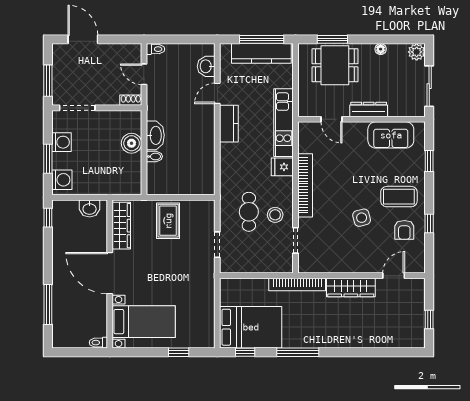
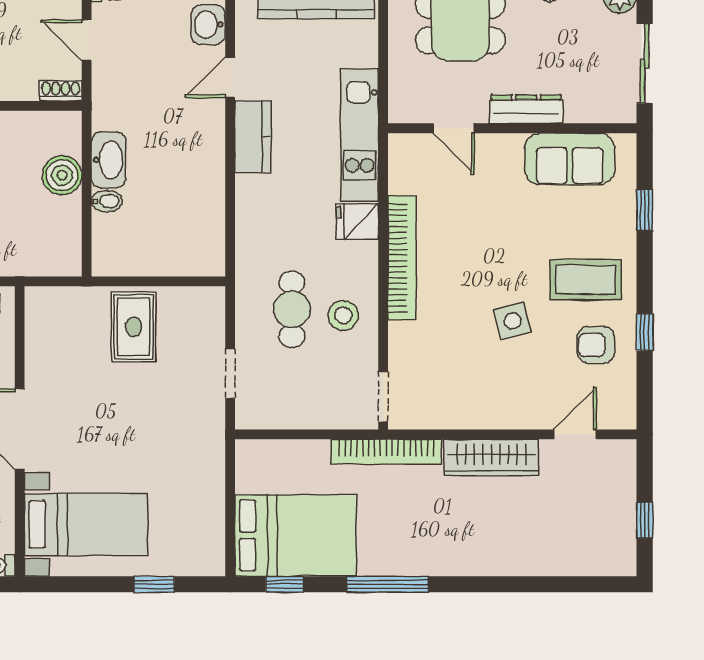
wardrobe: (121, 226) -> (42, 337), removed
armchair: (404, 230) -> (596, 345), turned 90
doorway: (295, 240) -> (383, 397), moved

